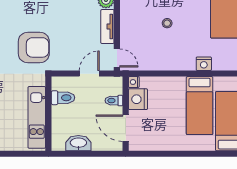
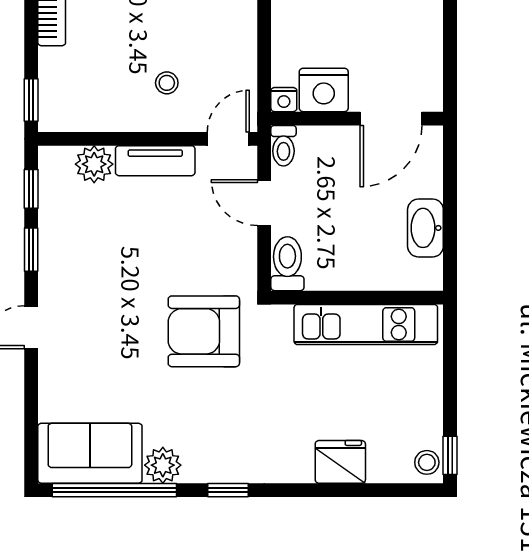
stool: (167, 23) -> (167, 83), moved
armchair: (34, 47) -> (204, 331), turned -90
toilet: (63, 98) -> (287, 264), moved
toilet: (114, 101) -> (283, 146), moved

